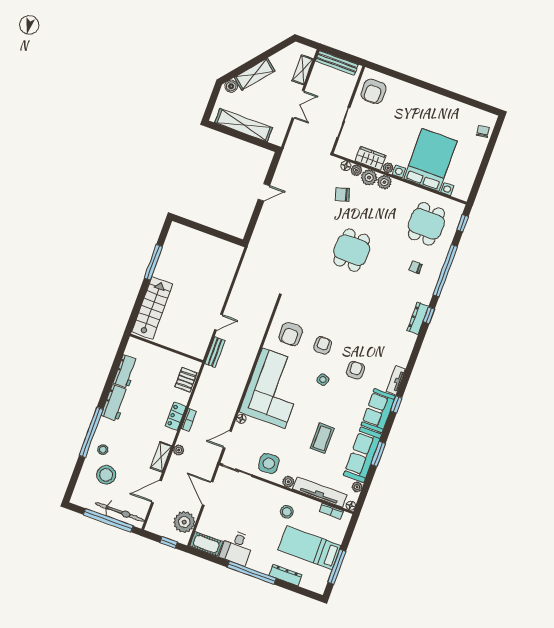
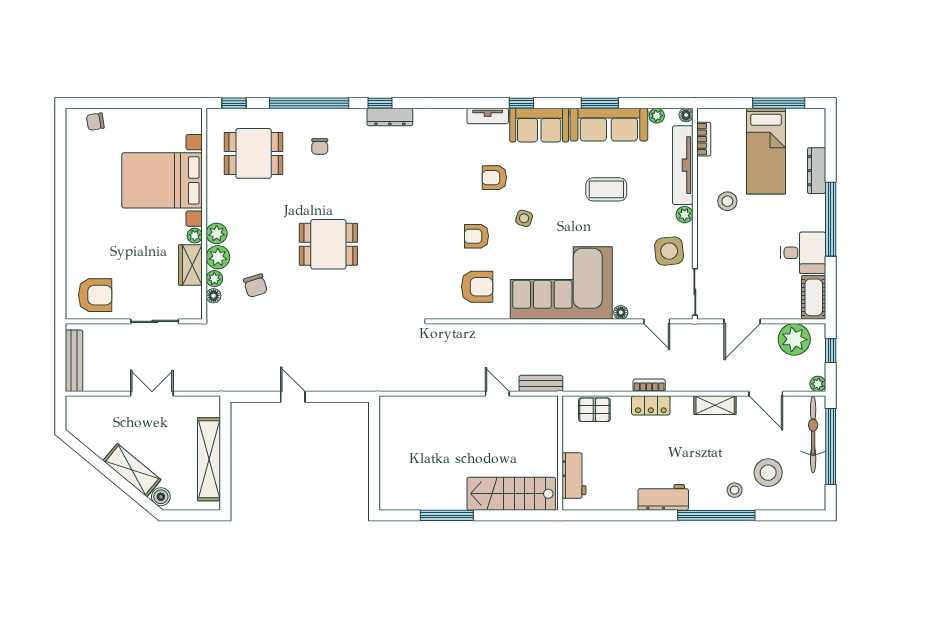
shelving: (303, 70) -> (102, 405), removed
workbench: (125, 371) -> (574, 476), moved, turned 90
plant: (179, 450) -> (818, 384), moved

